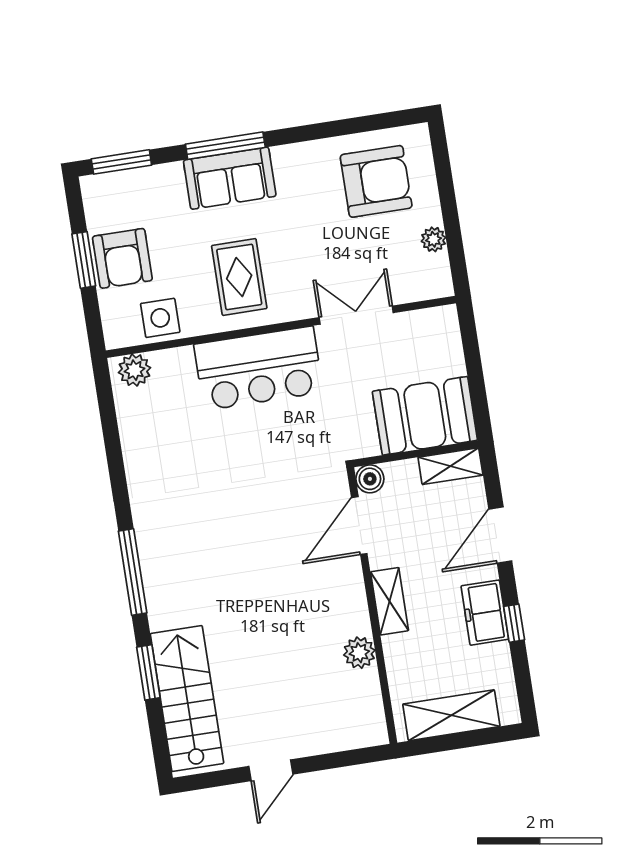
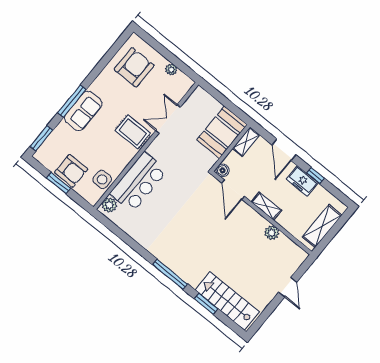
rug: (239, 277) -> (133, 132), moved
bar counter: (259, 368) -> (138, 182), moved
door: (271, 770) -> (288, 287), moved

